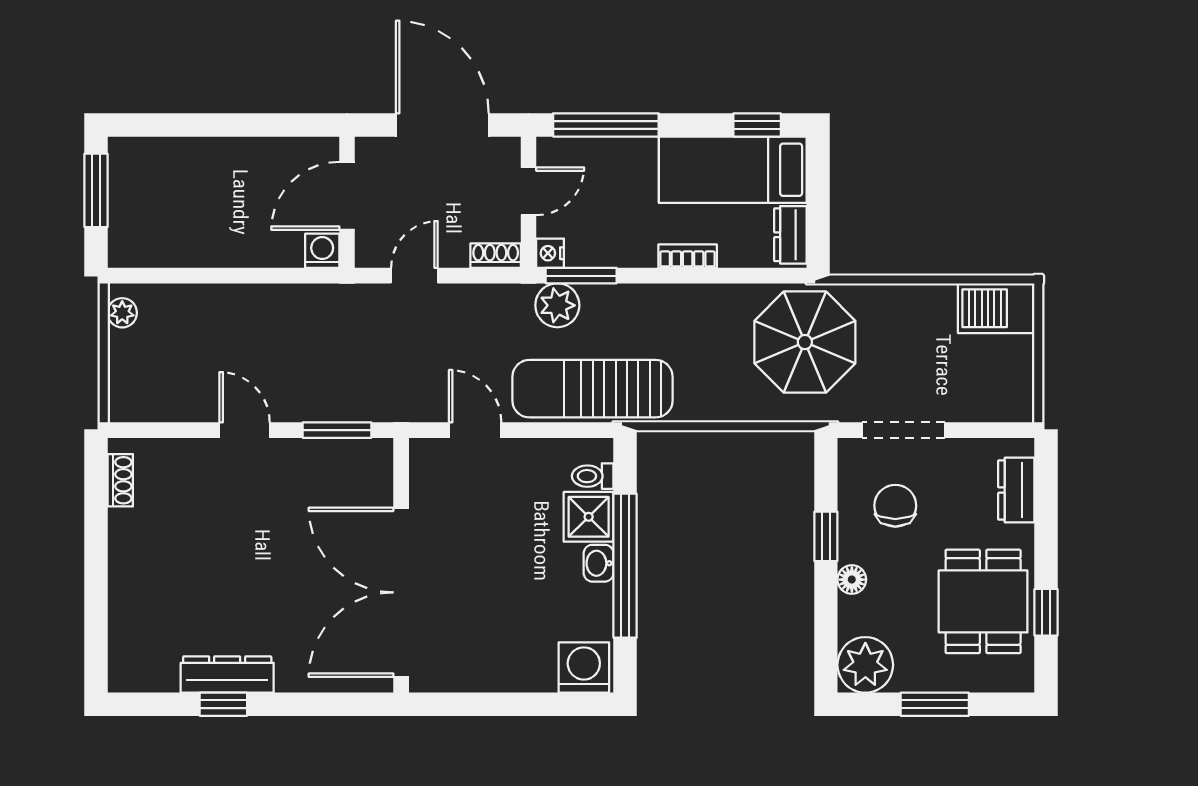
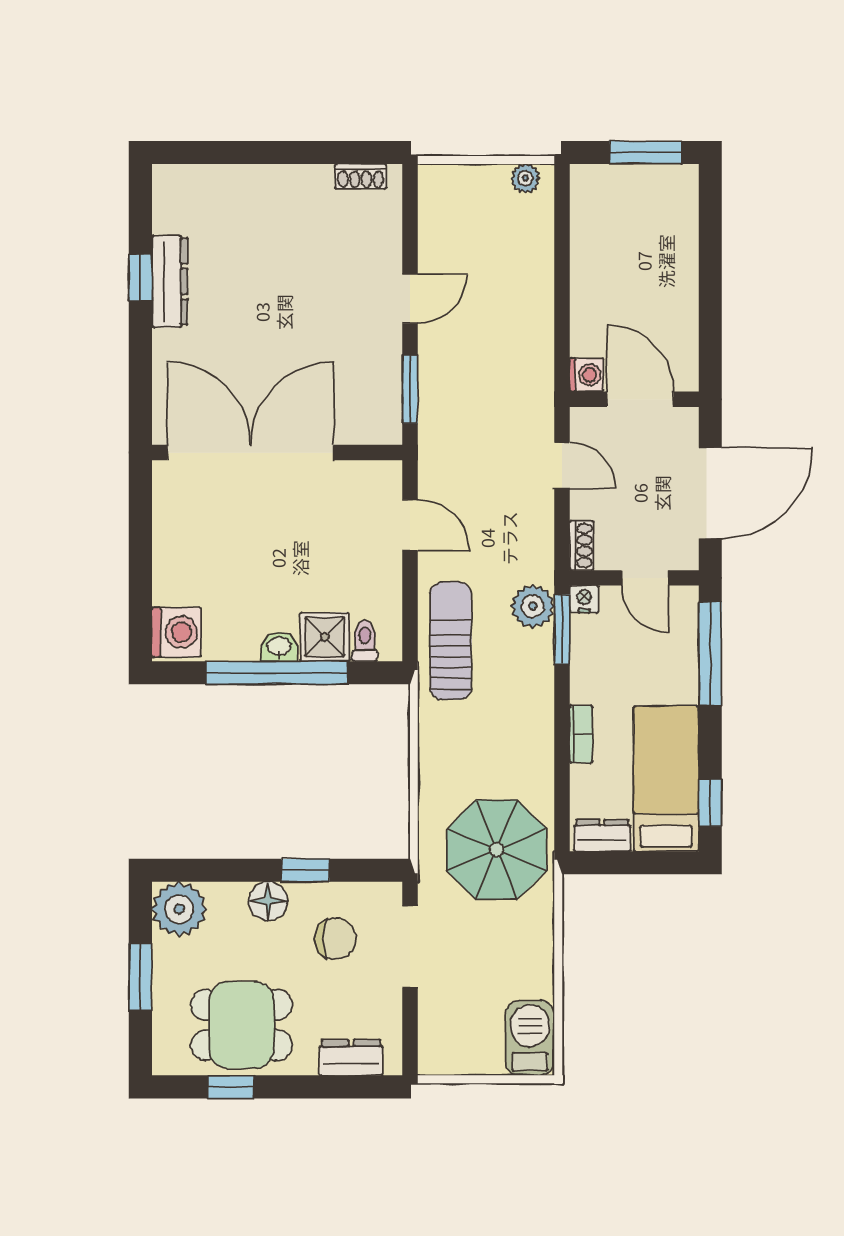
sun lounger: (592, 389) -> (451, 641), width x0.73, depth x0.75
door: (475, 430) -> (410, 525), hinge flipped
floor lamp: (852, 580) -> (268, 901), width x1.37, depth x1.37

